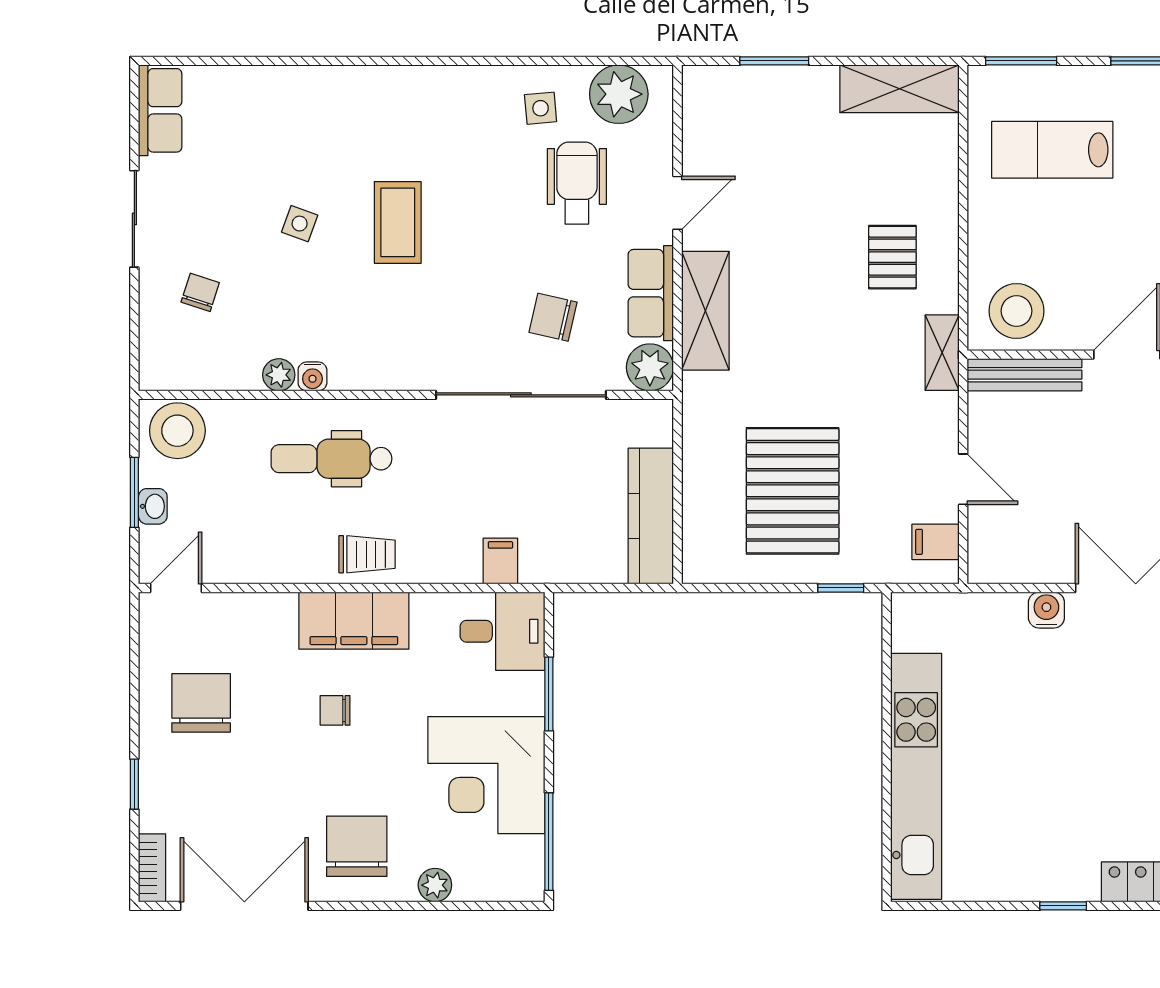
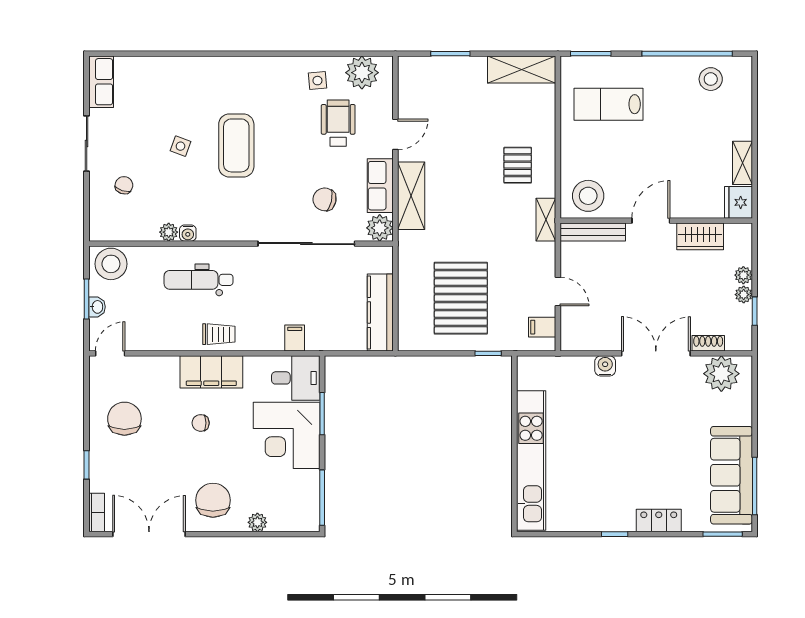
coffee table: (398, 222) -> (236, 145), width x1.36, depth x1.32
corner desk: (486, 775) -> (287, 435), moved

